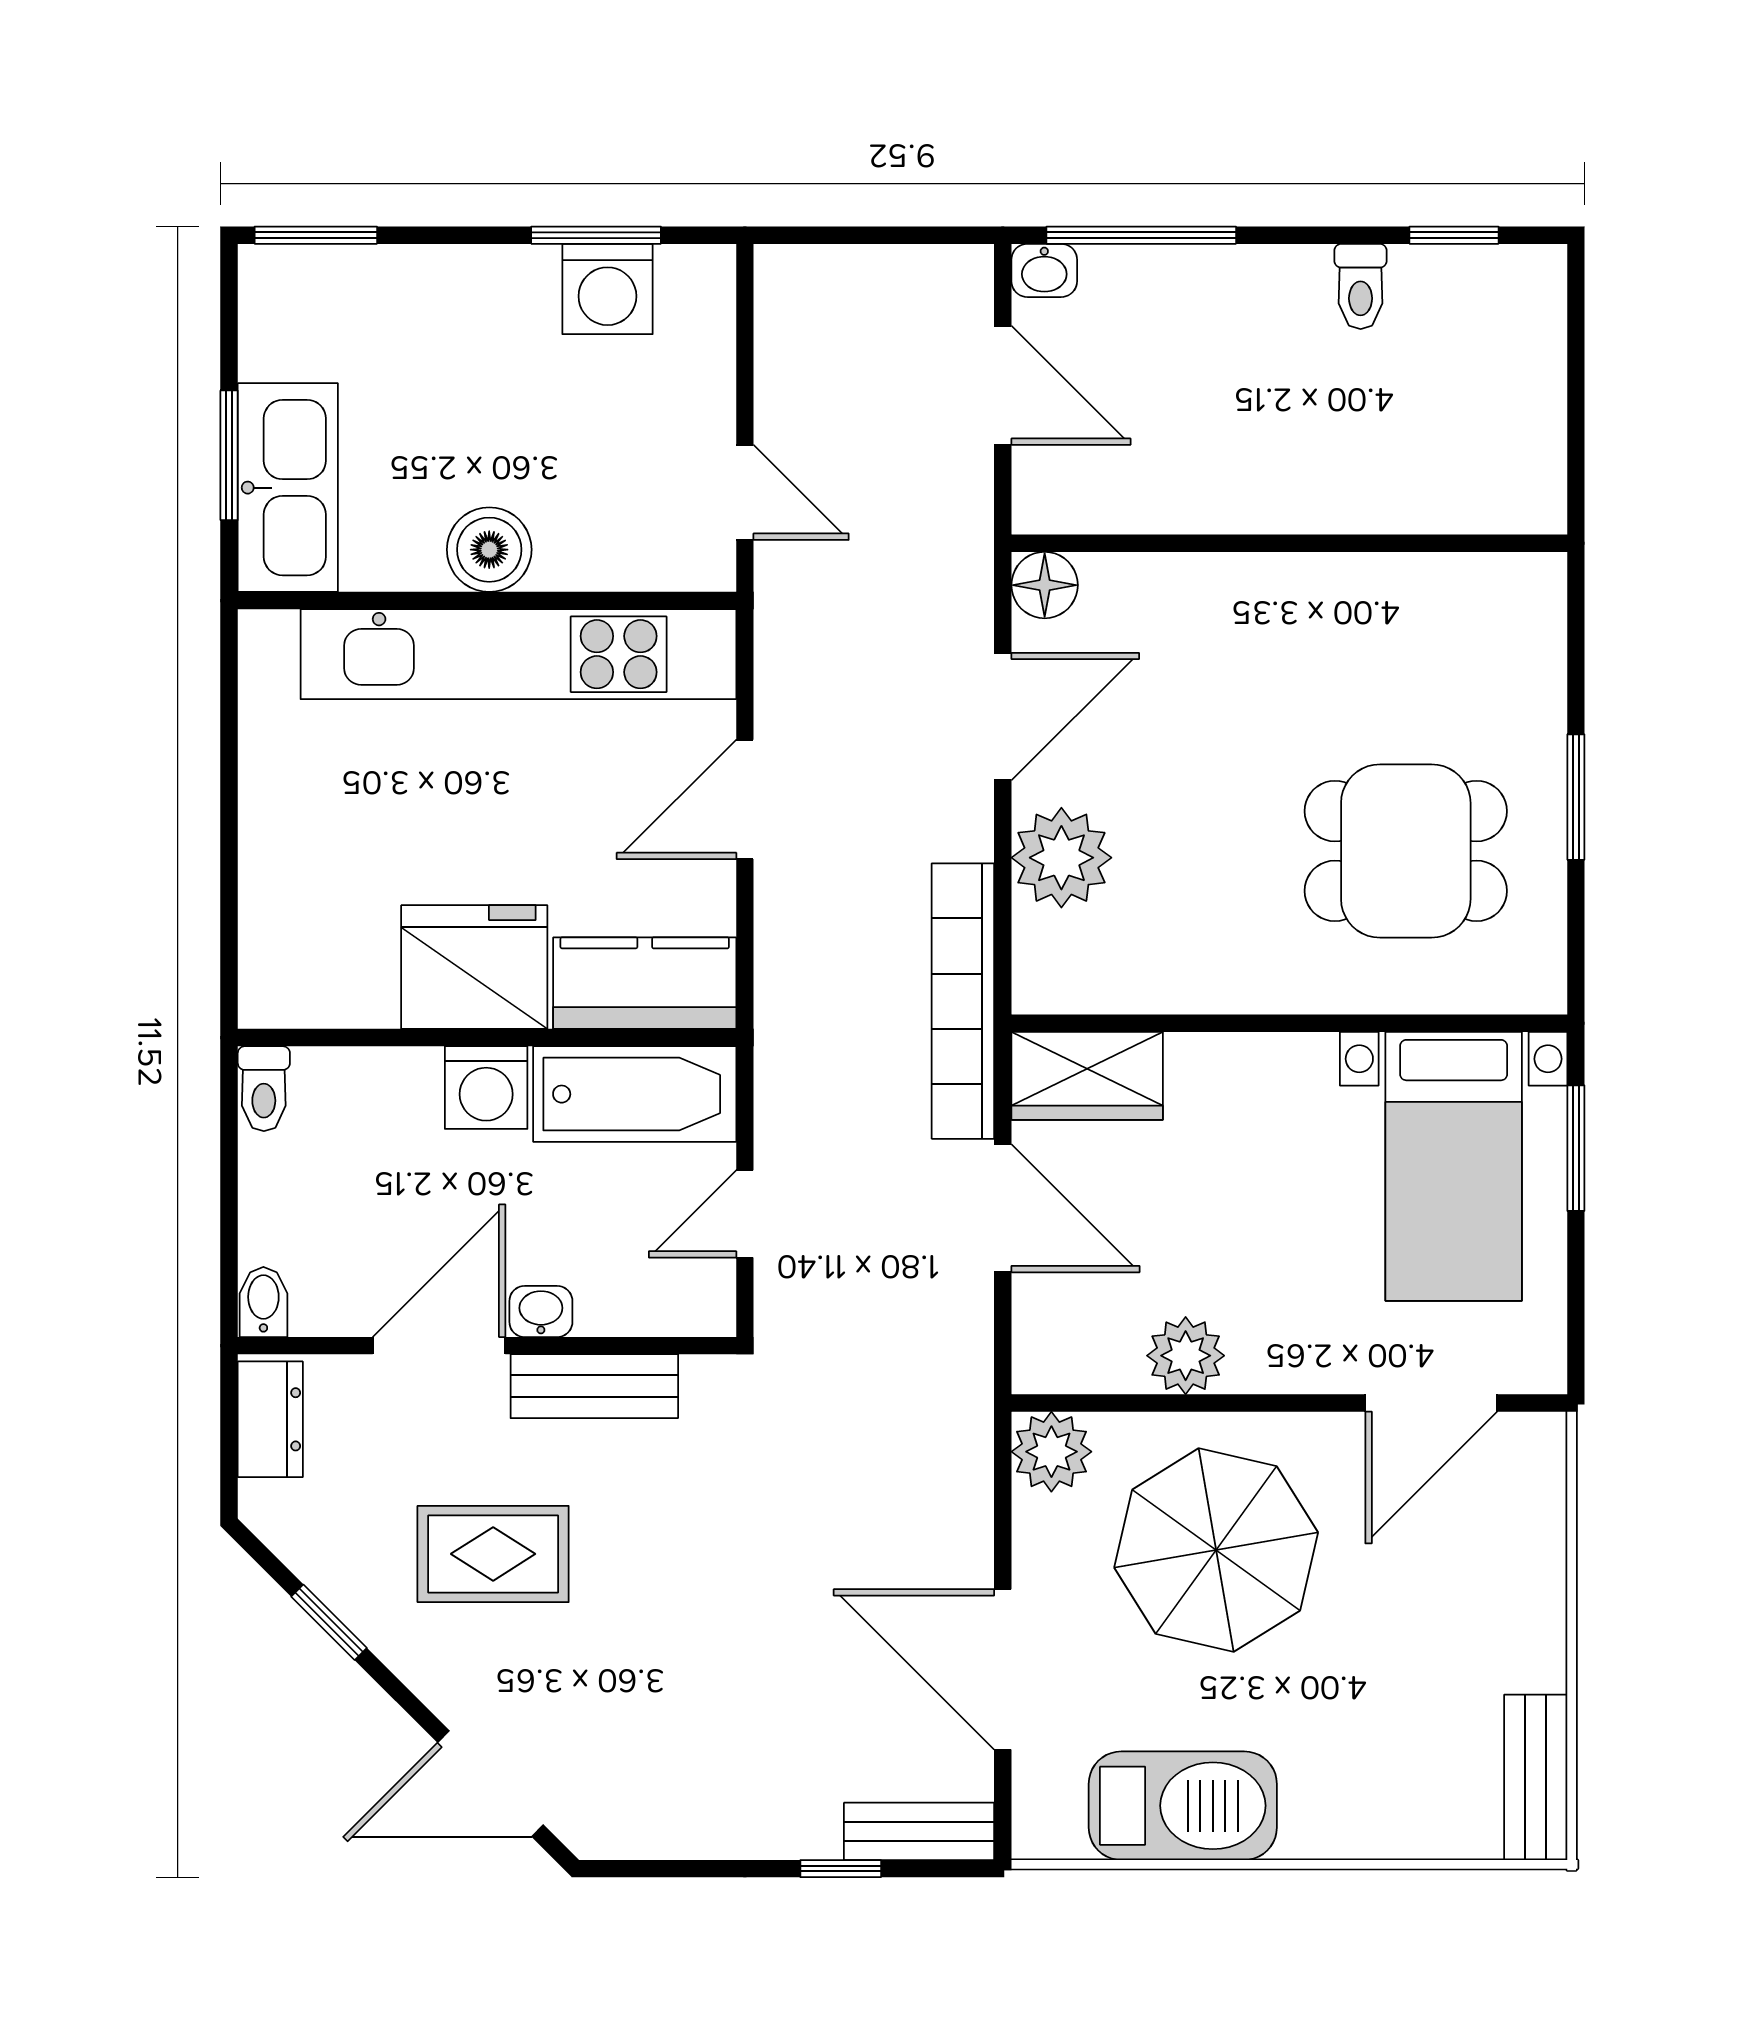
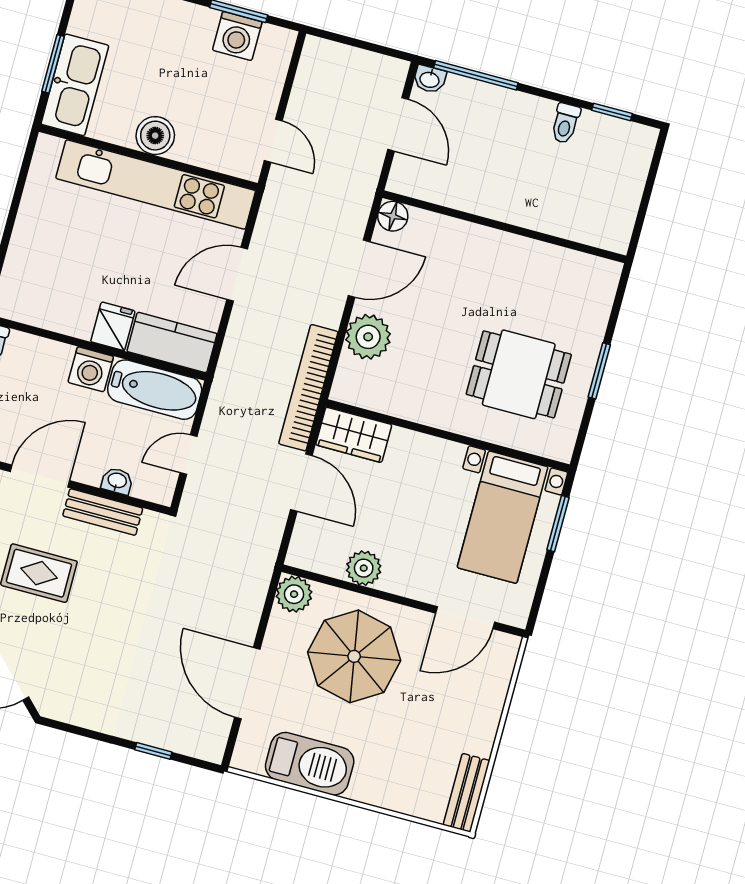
fridge: (474, 967) -> (113, 326), width x0.53, depth x0.75
washbasin: (541, 1312) -> (117, 481), moved
bench: (919, 1831) -> (192, 744), removed

